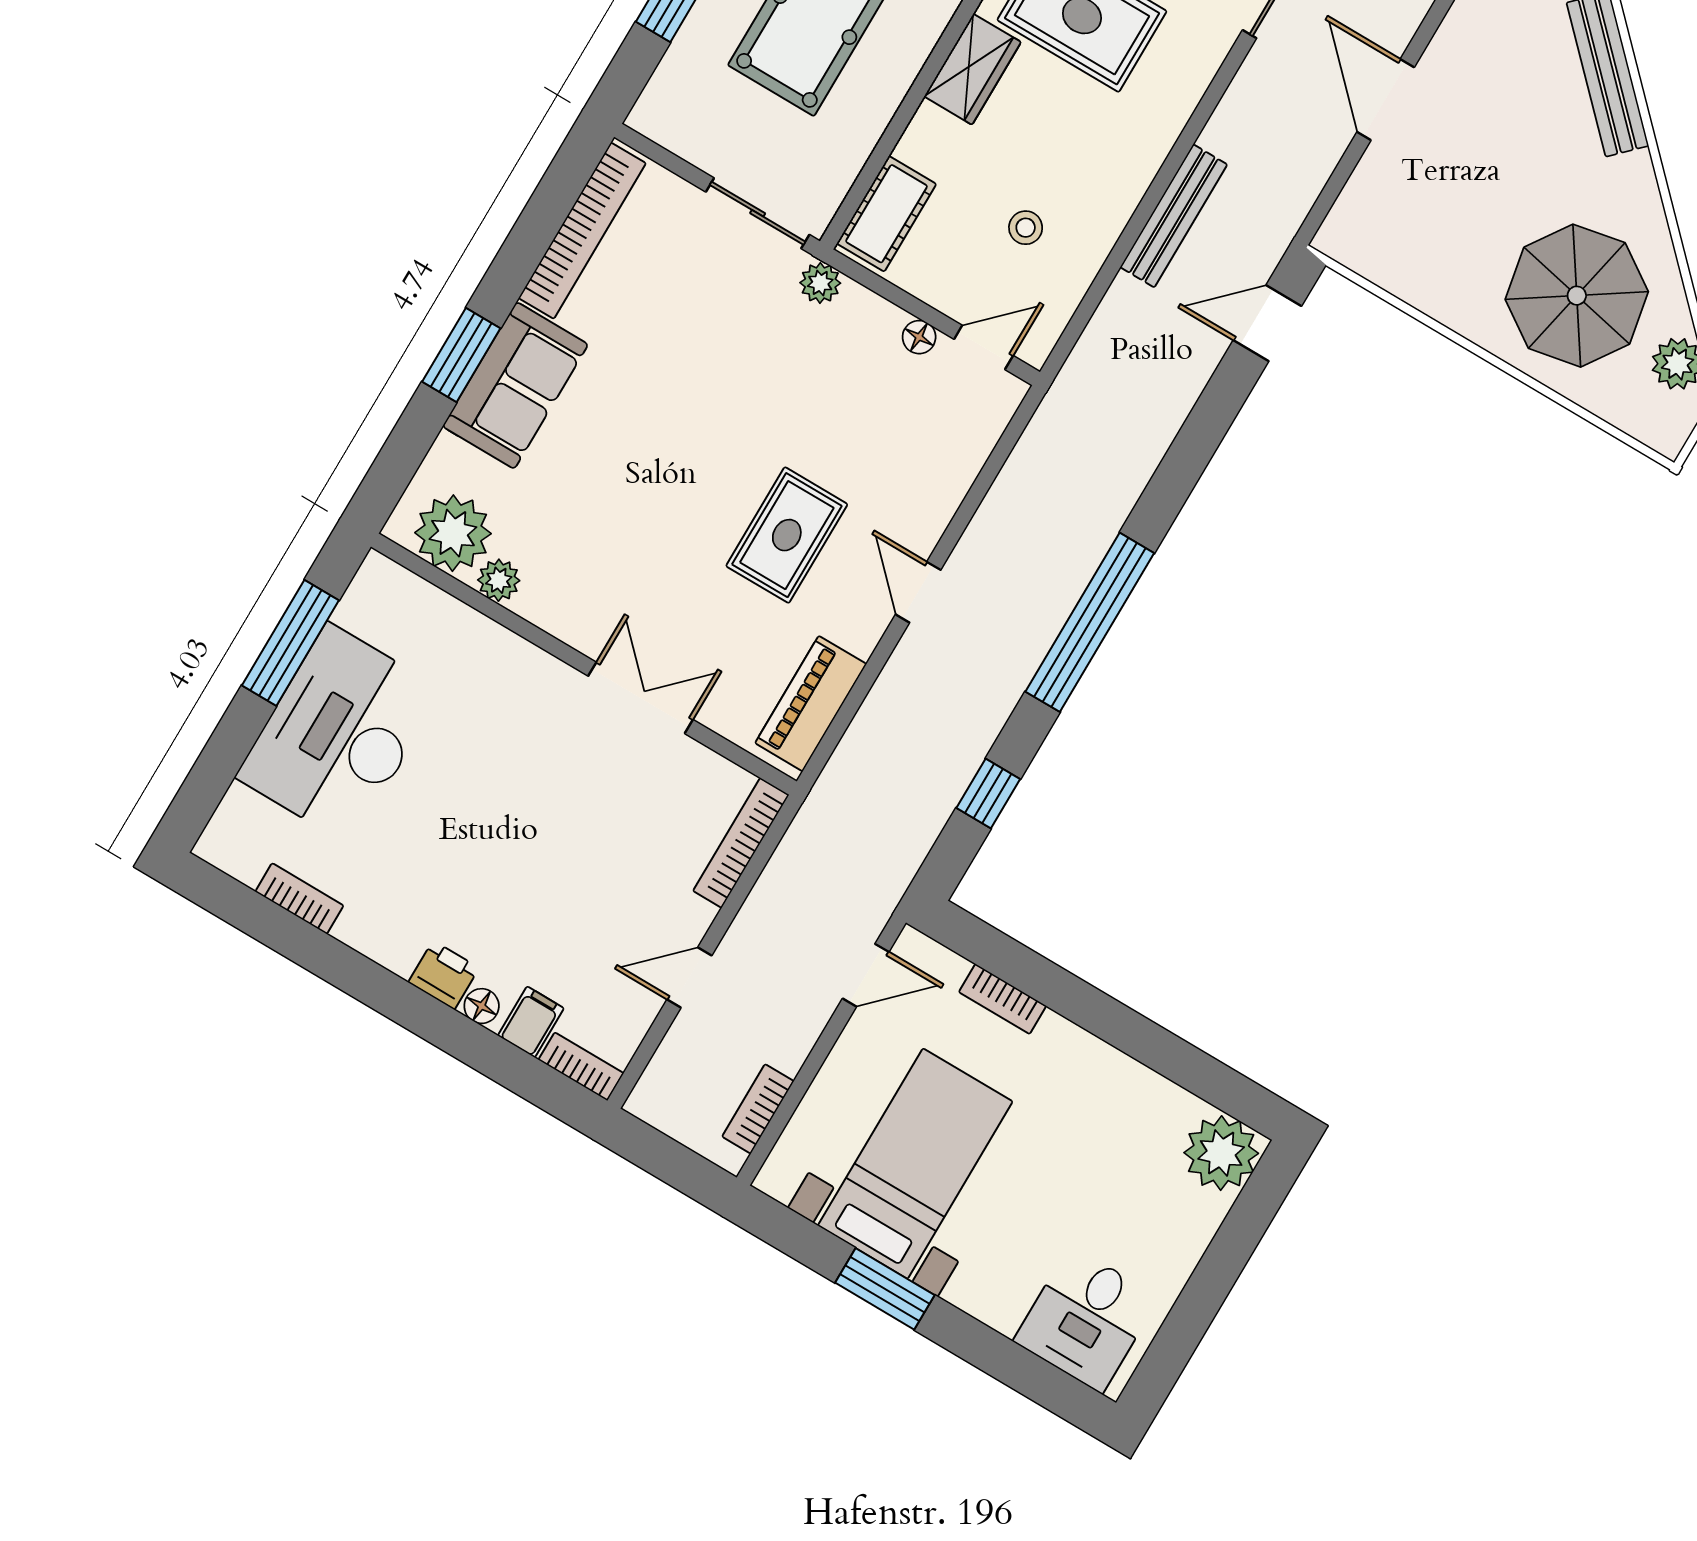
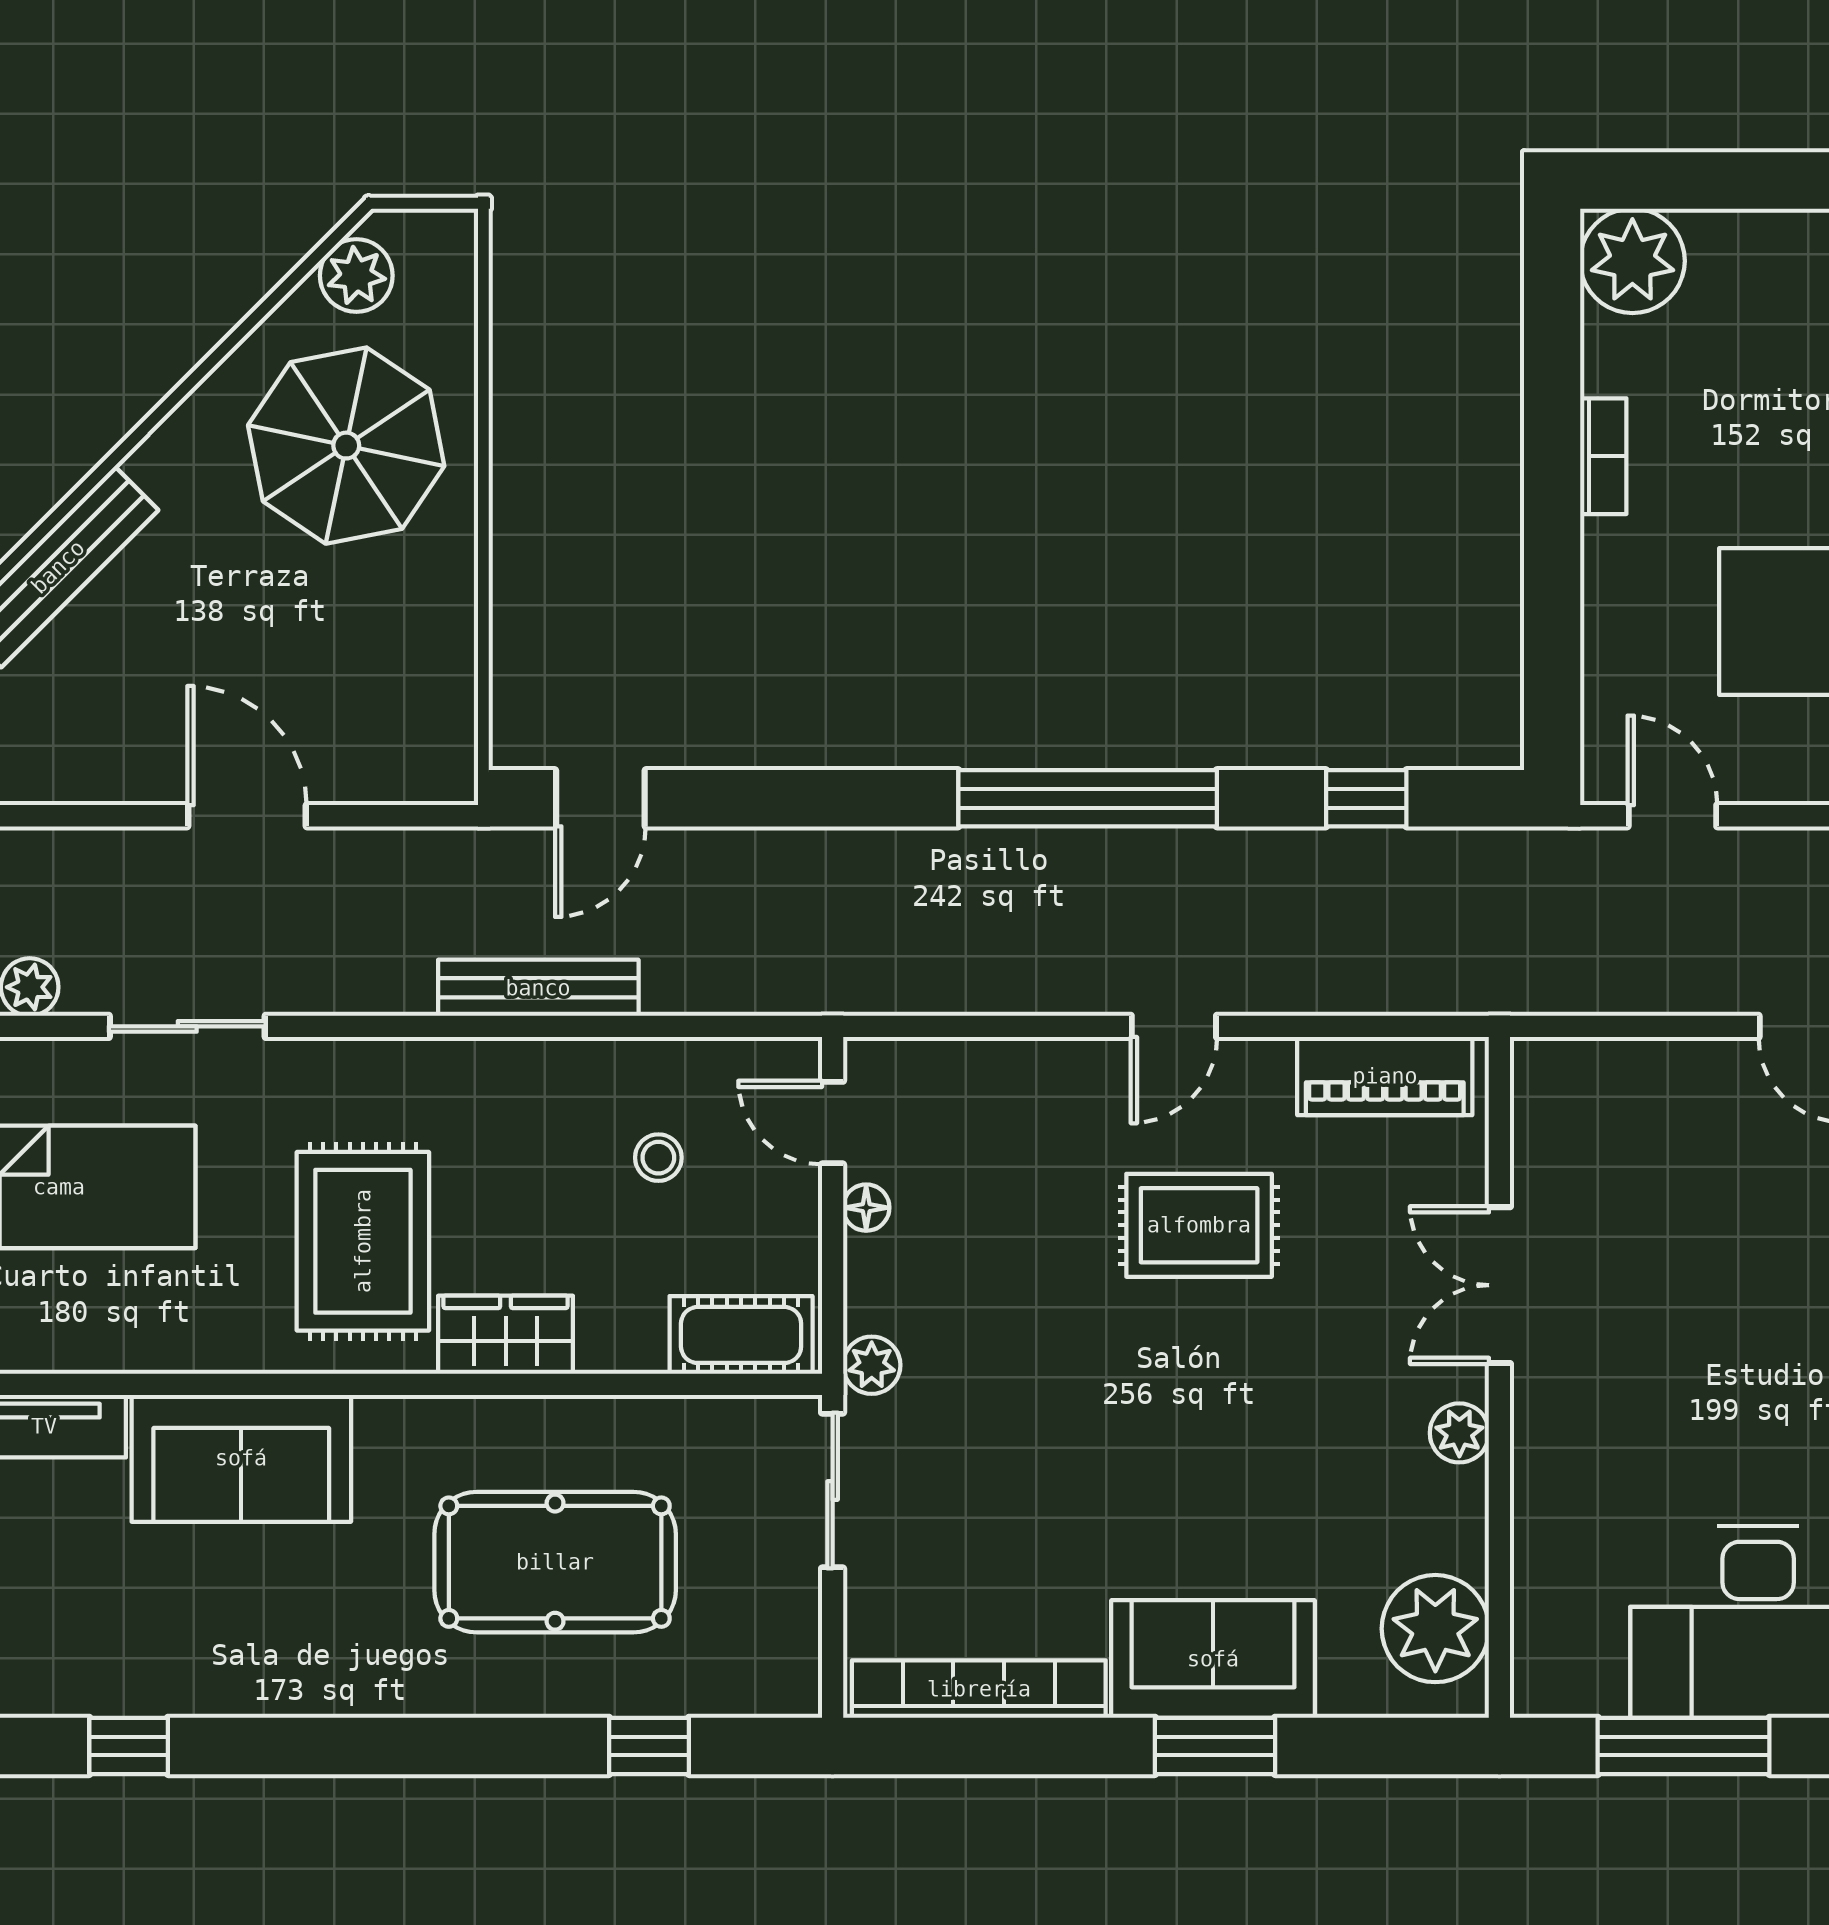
door: (1386, 100) -> (247, 816), swing flipped
door: (1267, 323) -> (600, 798), hinge flipped
plant: (499, 580) -> (1459, 1433), moved
bookcase: (741, 843) -> (1602, 1061), removed
bookcase: (1002, 999) -> (1603, 456), moved

